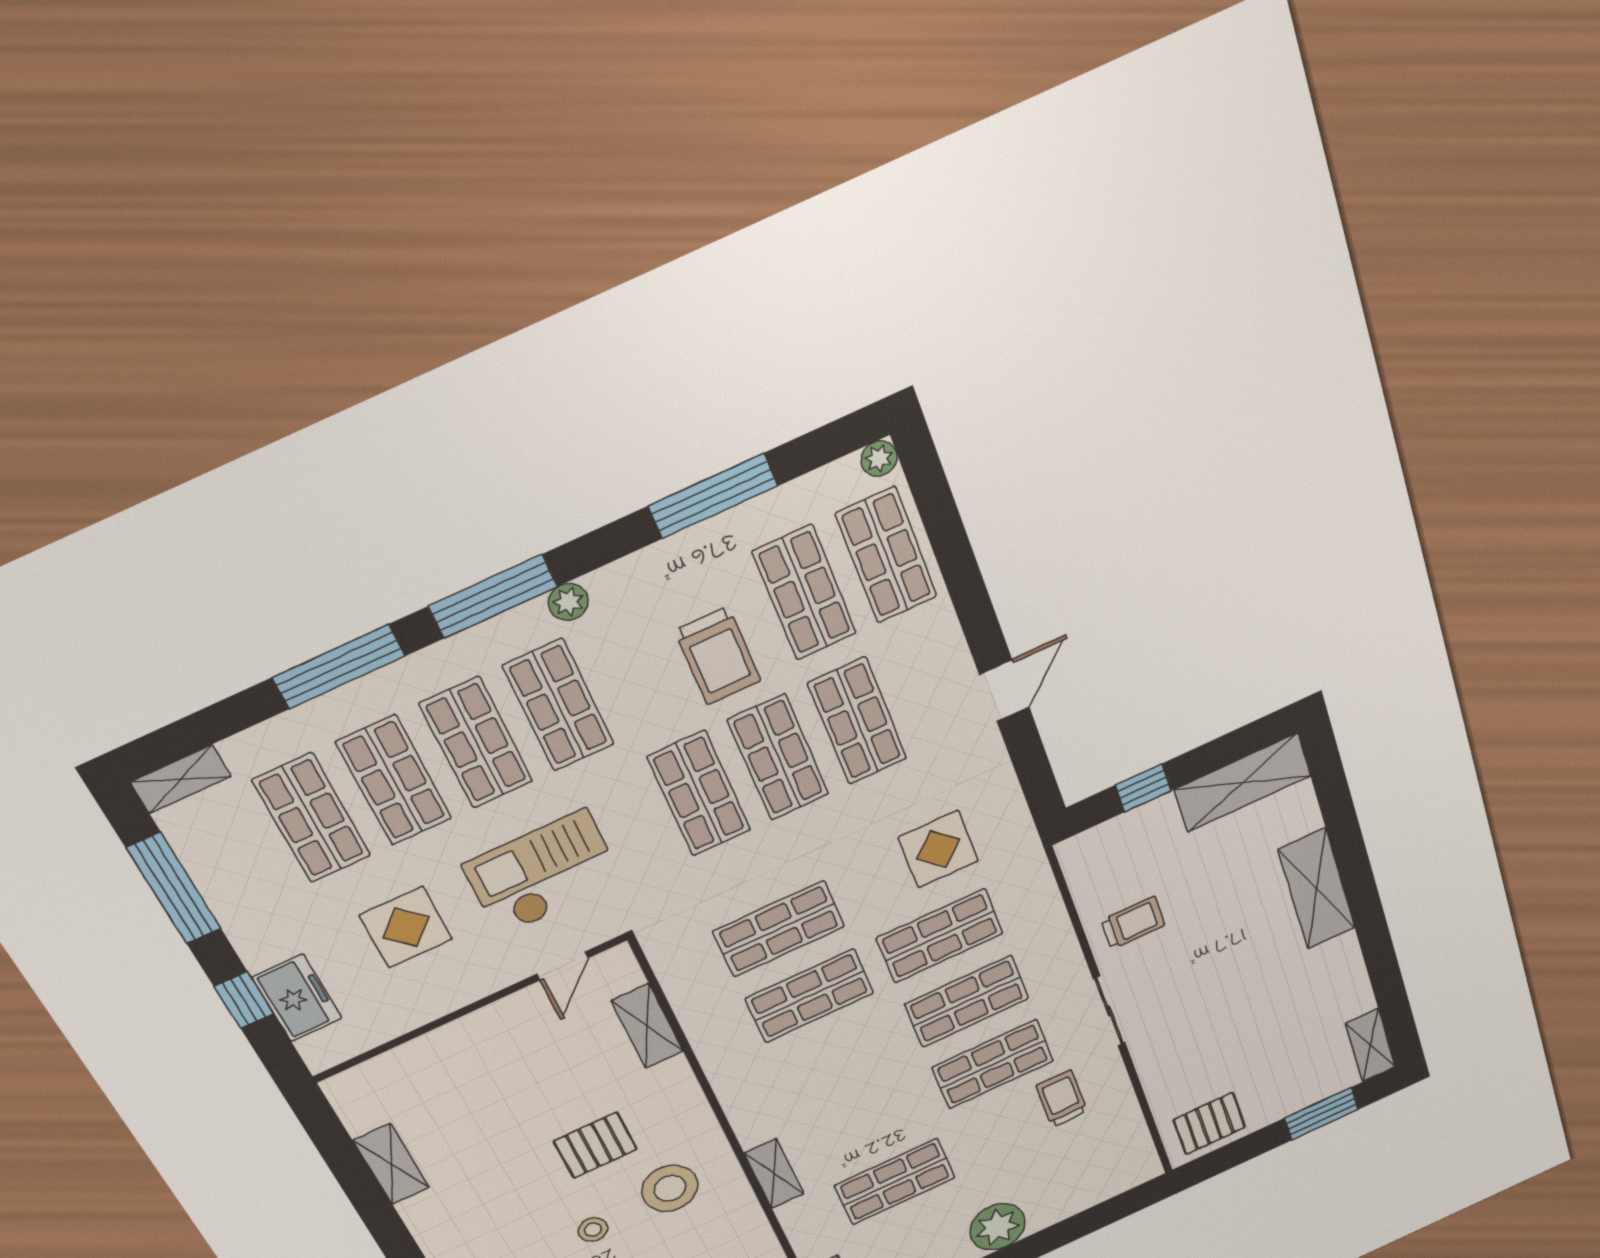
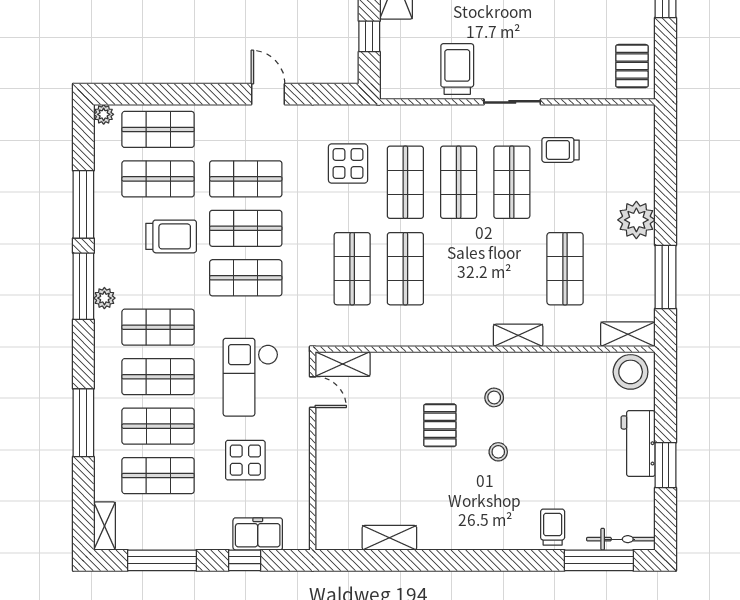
window: (493, 596) -> (83, 286), moved
trolley: (1133, 923) -> (457, 69), width x1.36, depth x1.39
shelving: (647, 1026) -> (343, 364), moved
stool: (670, 1188) -> (494, 397), width x0.53, depth x0.53

